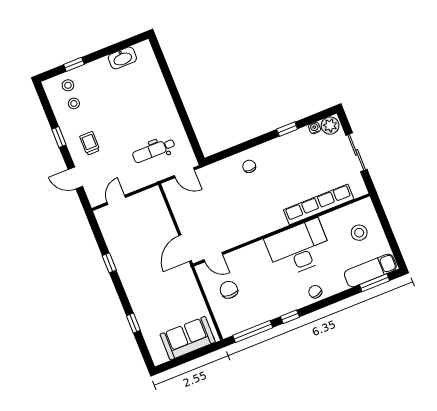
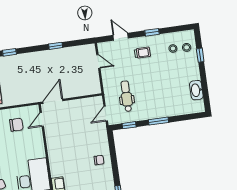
window: (177, 99) -> (158, 121), added
window: (192, 137) -> (129, 125), added
door: (75, 178) -> (121, 37), hinge flipped
door: (185, 248) -> (53, 101), hinge flipped

